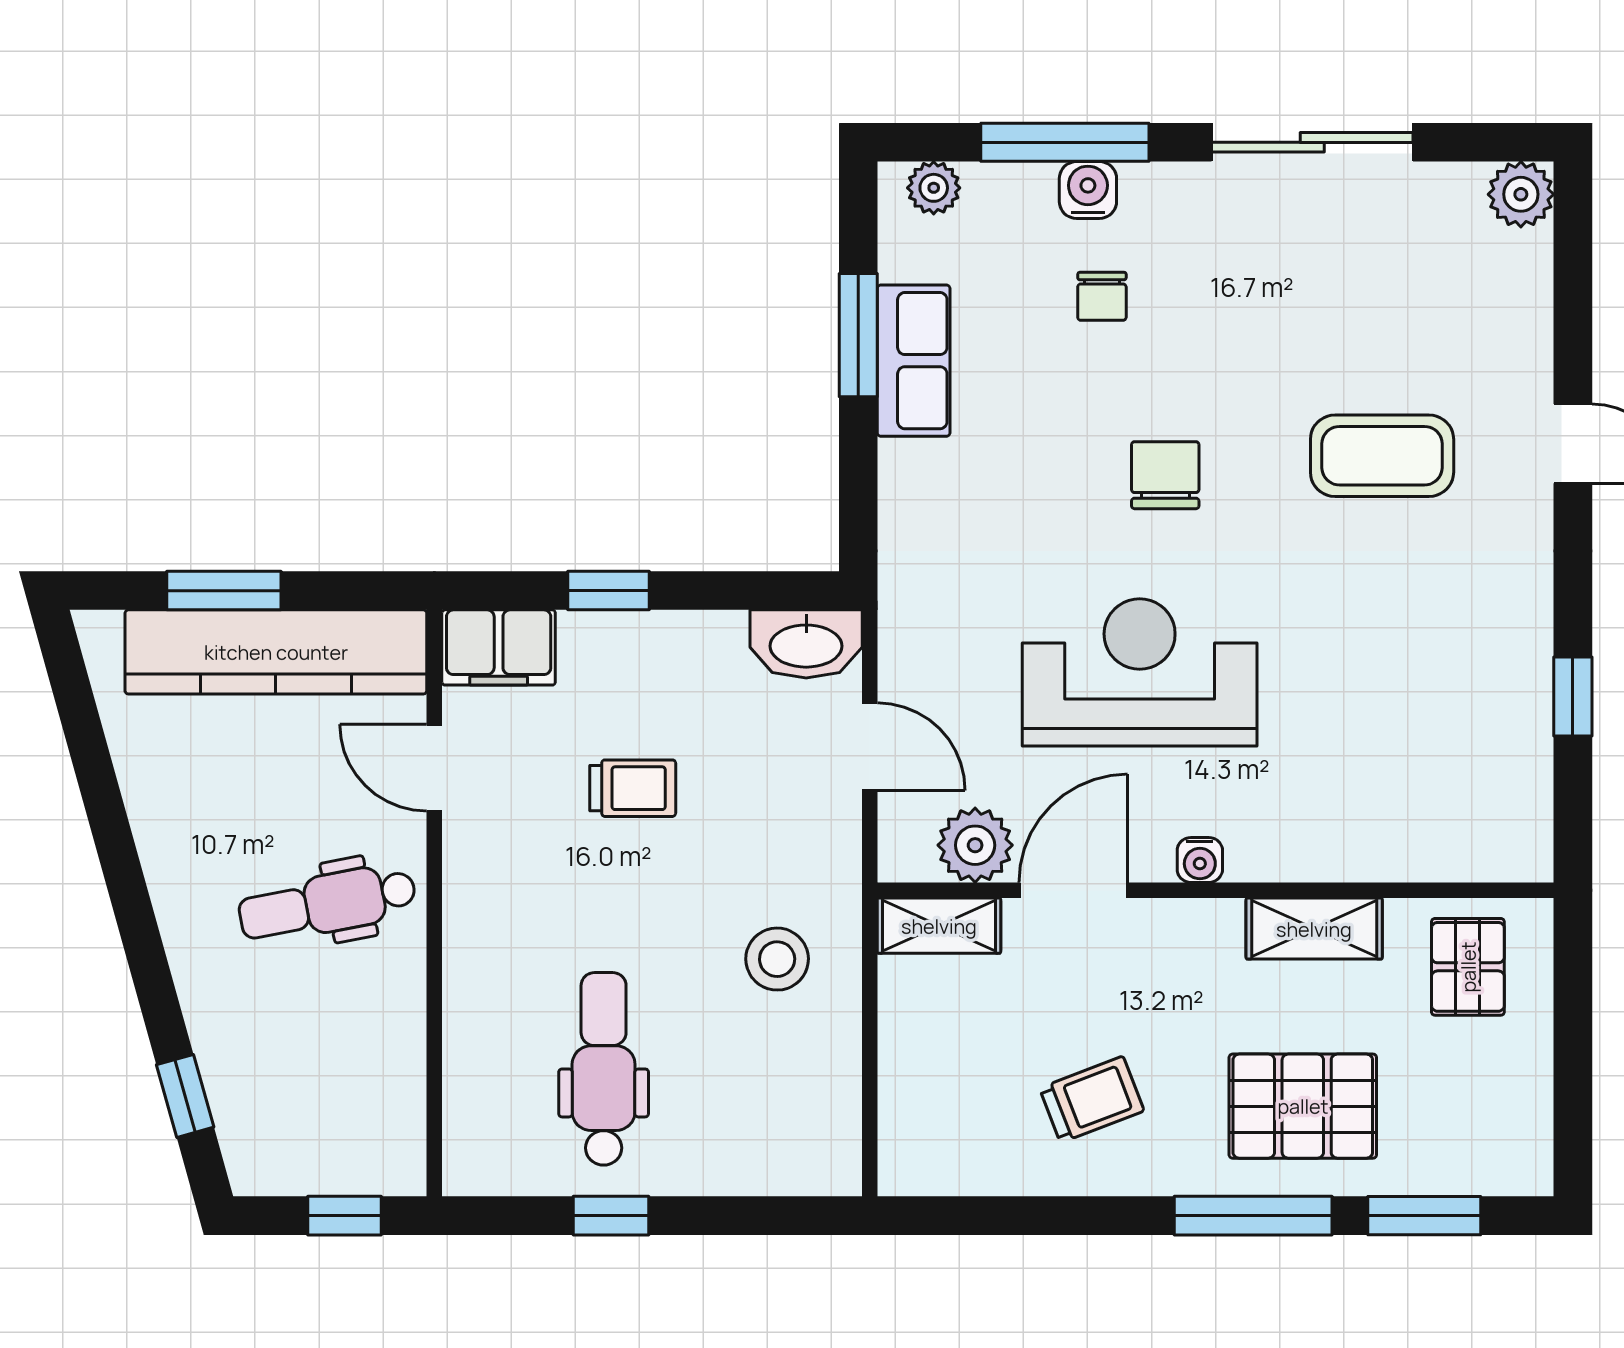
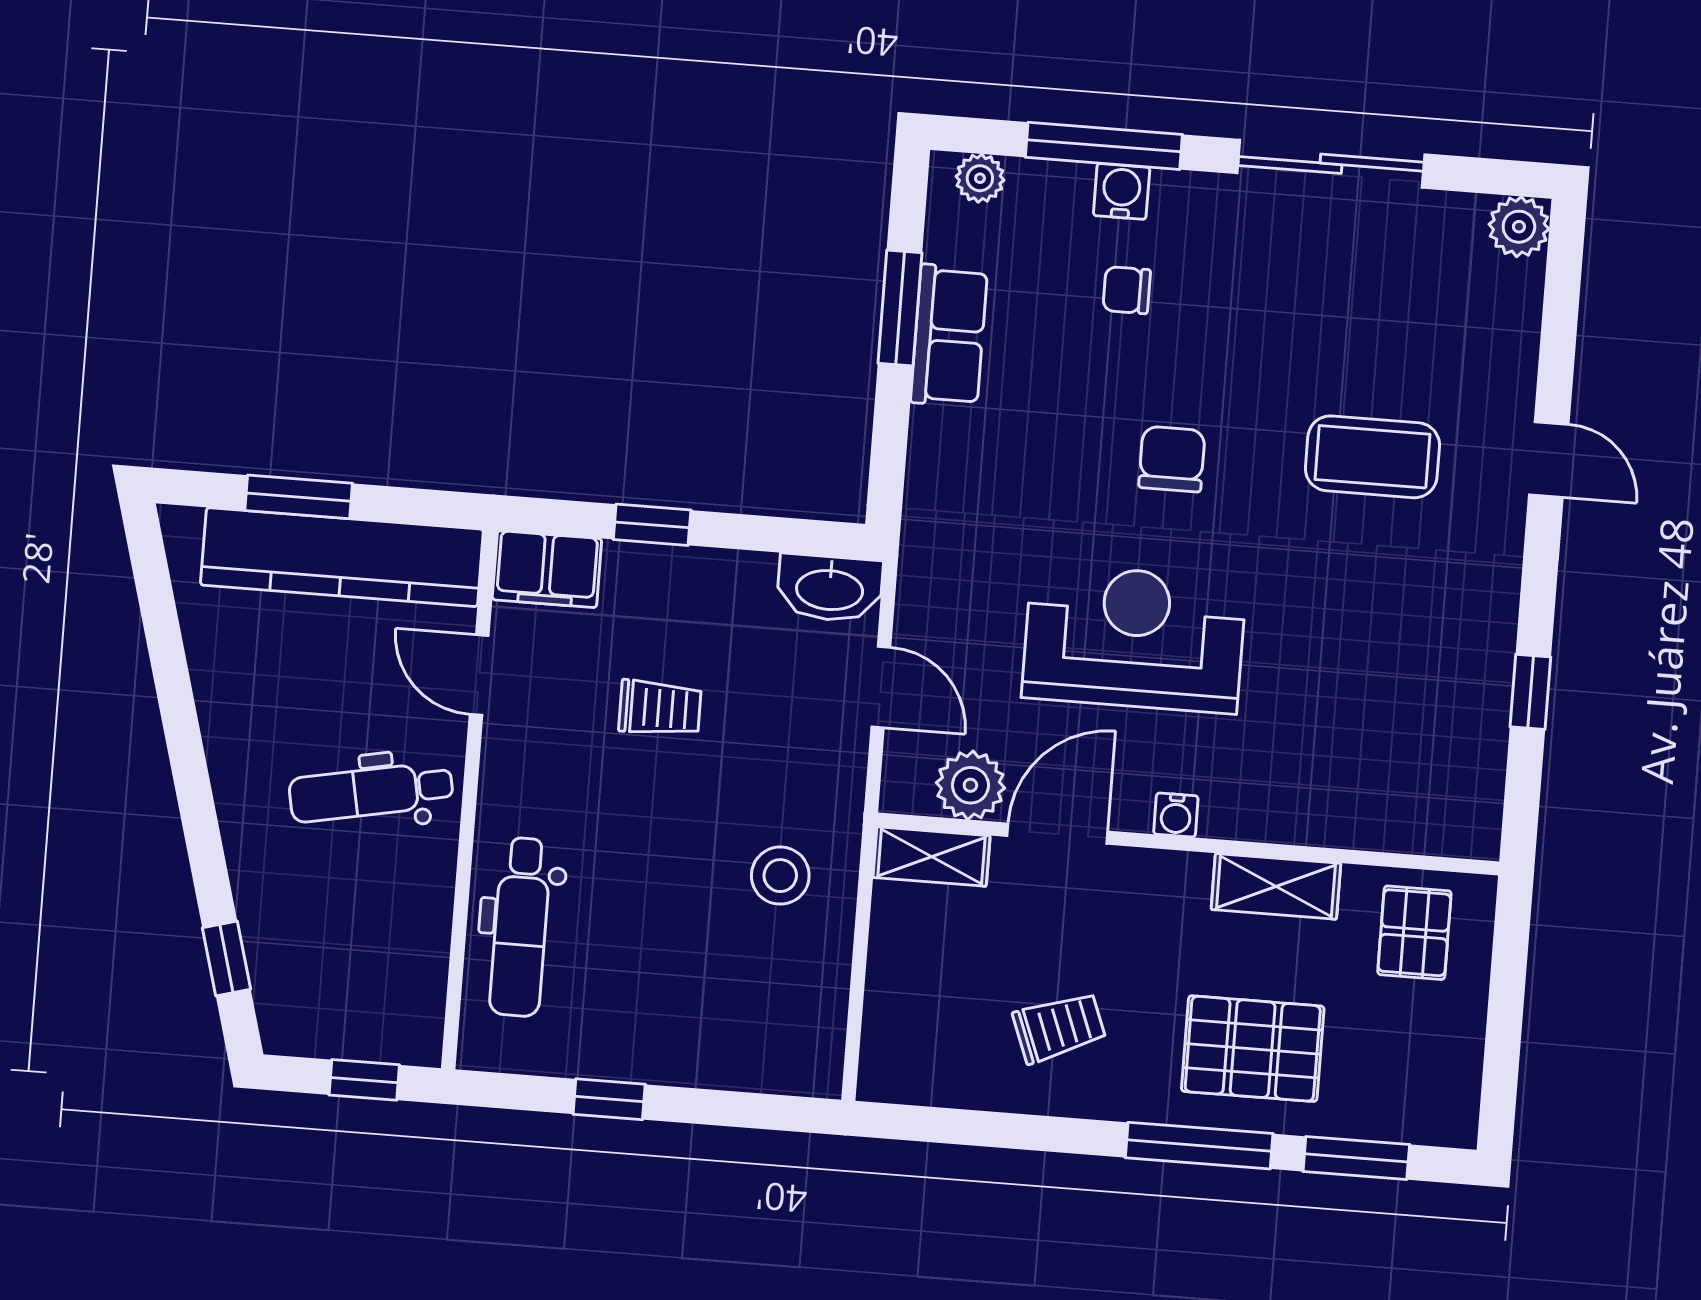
chair: (1102, 296) -> (1127, 290), turned 90
dental chair: (604, 1069) -> (520, 927), moved, turned 180

